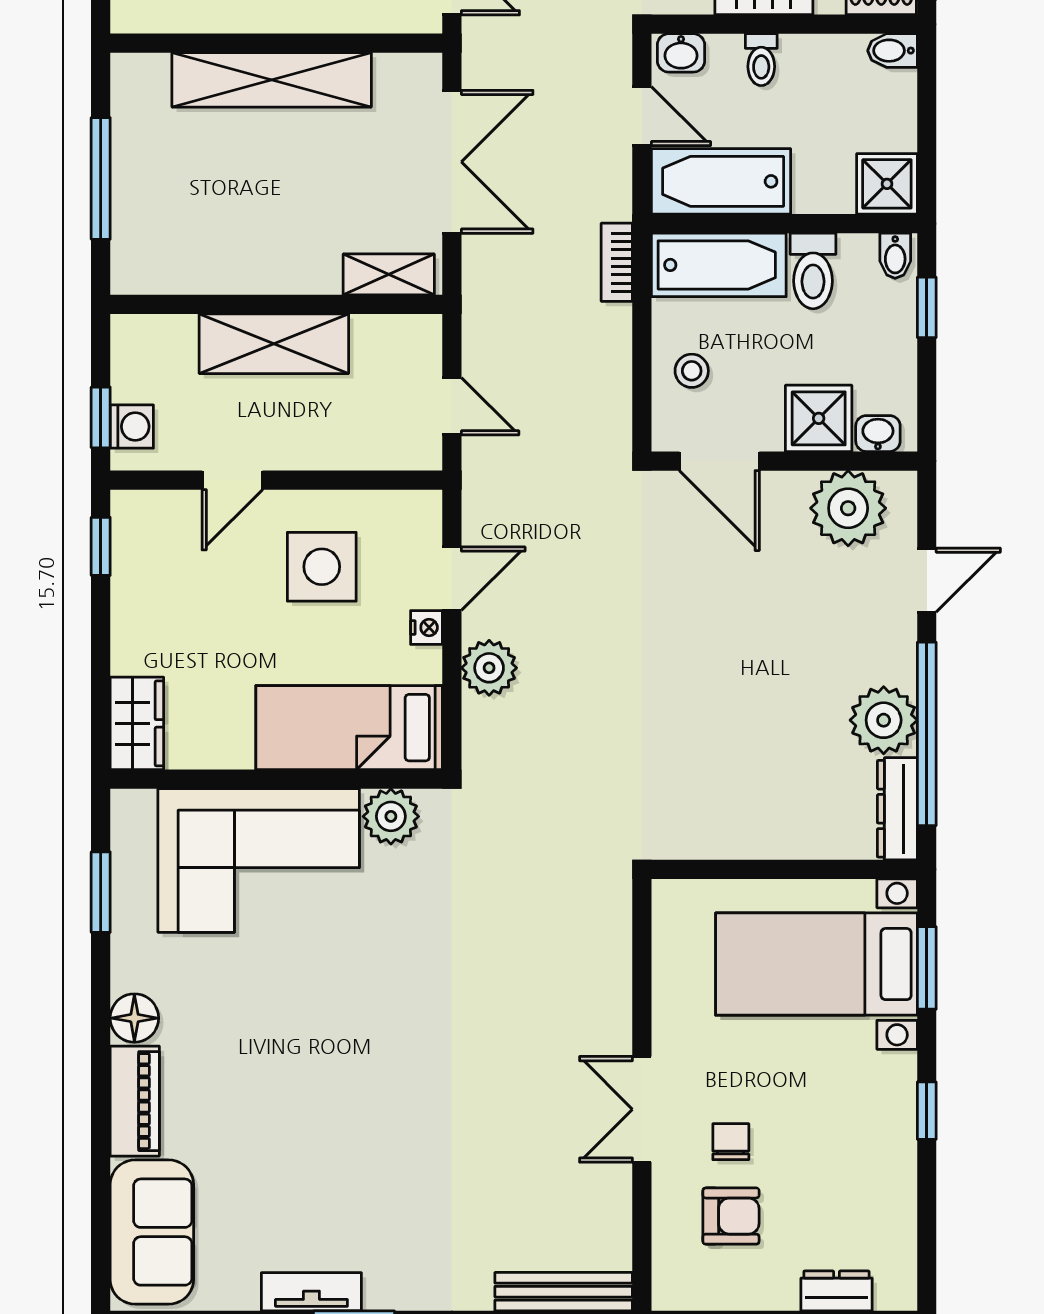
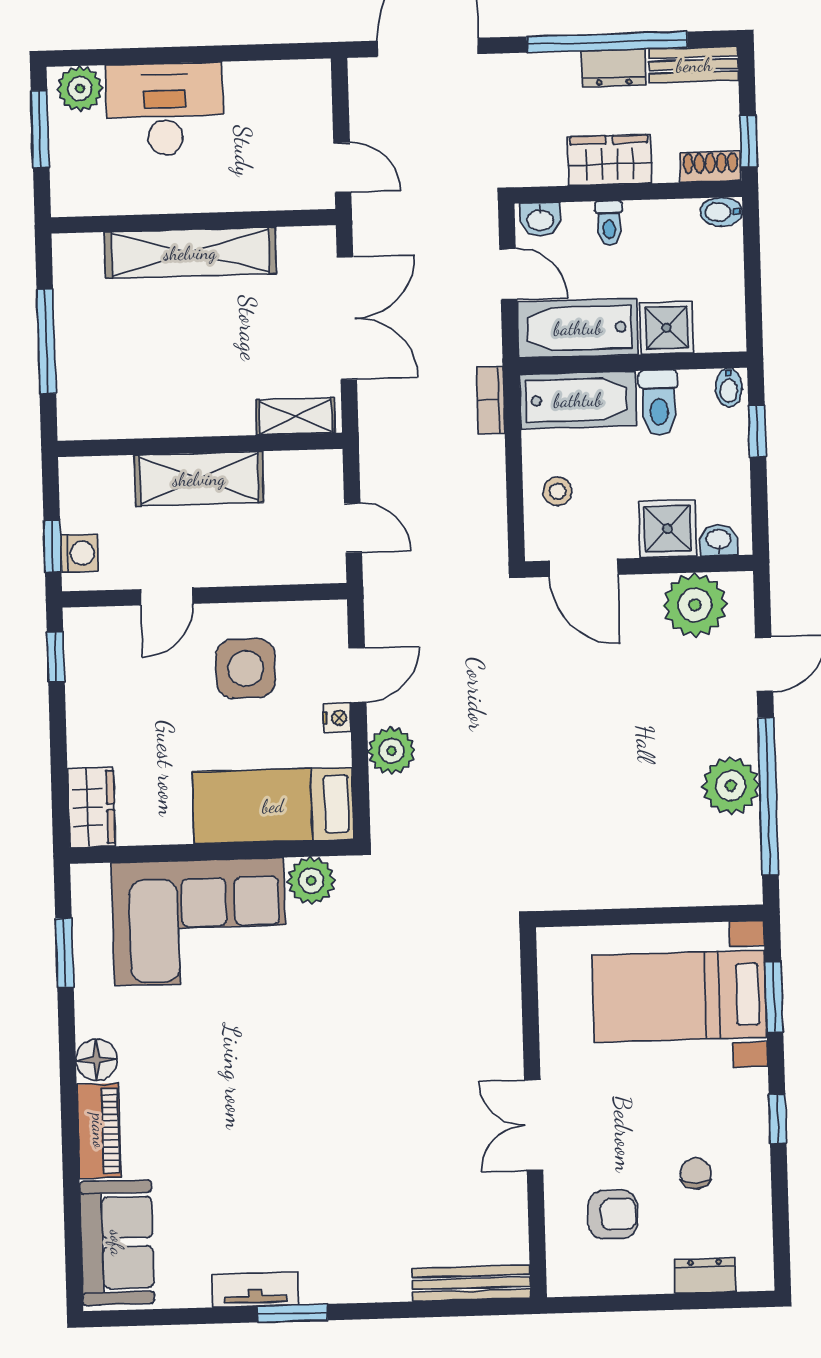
shower: (887, 184) -> (667, 328), moved
dresser: (897, 809) -> (745, 861), removed
chair: (731, 1142) -> (696, 1173), moved

